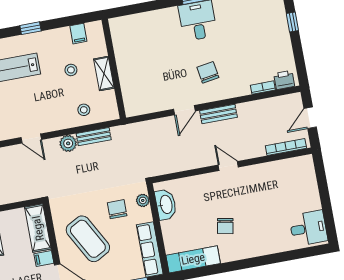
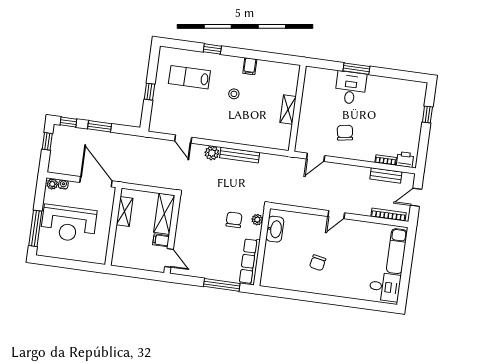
wall: (114, 69) -> (297, 108), moved
shelving: (104, 74) -> (288, 110), moved
stool: (84, 110) -> (234, 130), removed
bench: (218, 114) -> (386, 175), moved
bench: (94, 137) -> (240, 155), width x1.36
door: (228, 166) -> (336, 215), swing flipped
coffee table: (88, 239) -> (202, 236), removed
exam couch: (193, 259) -> (397, 251), moved, turned -90

